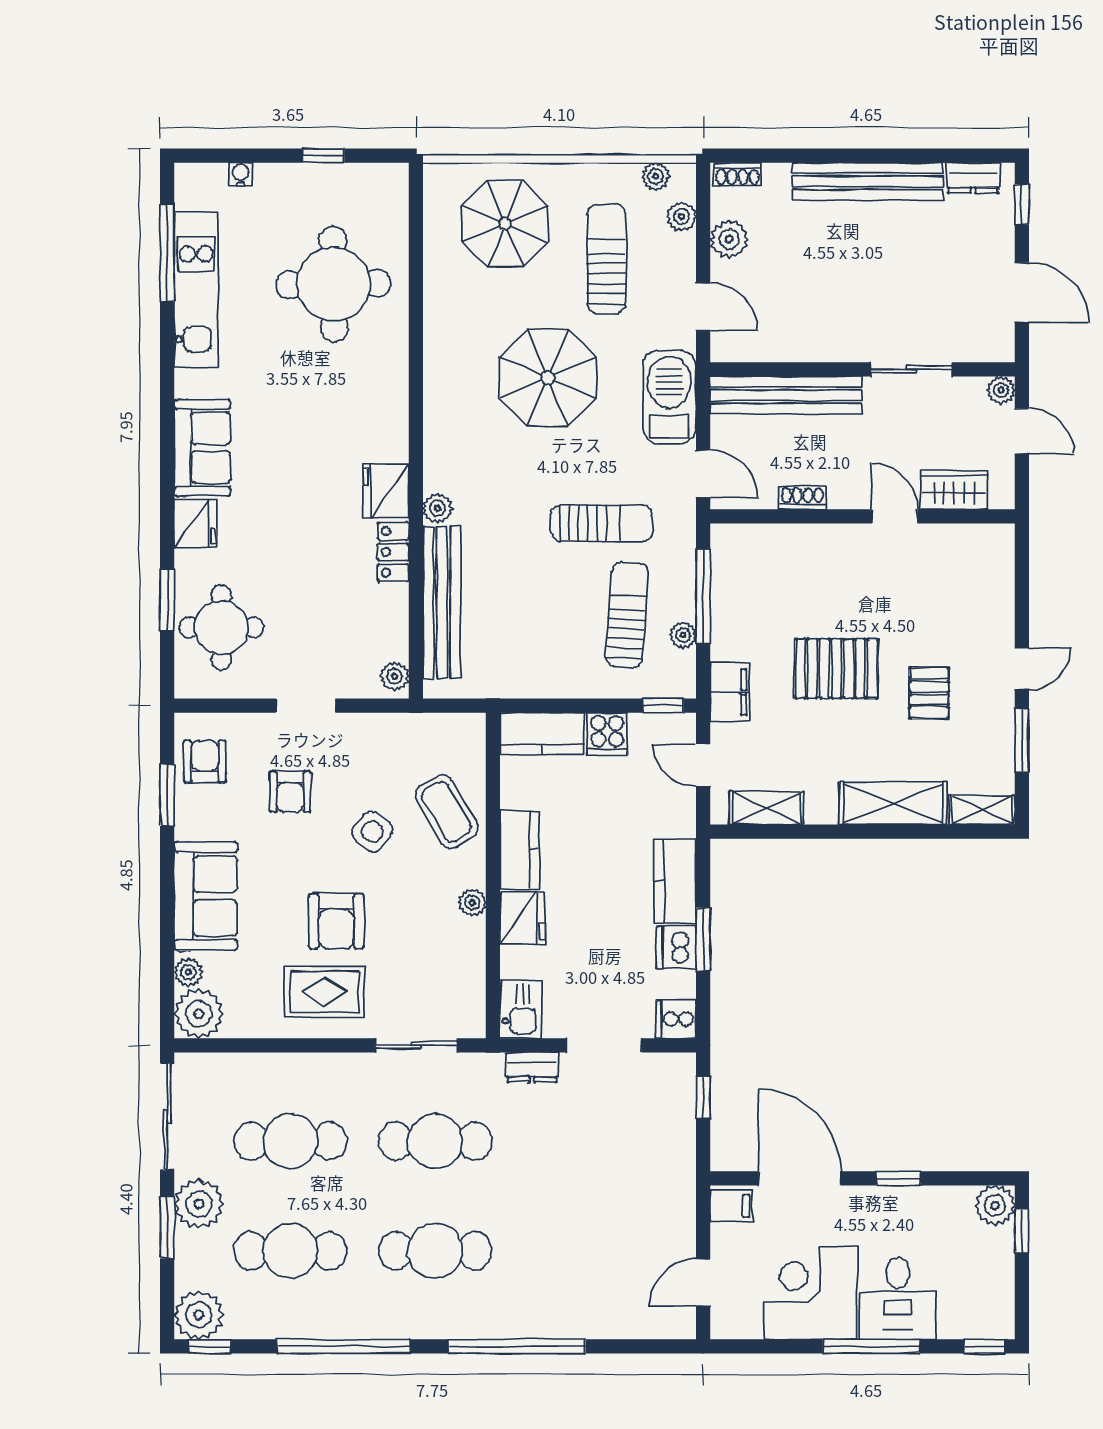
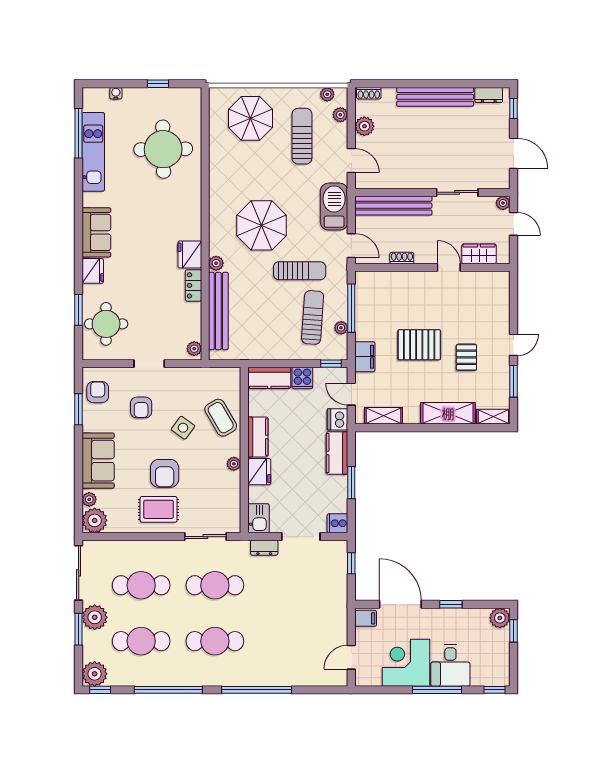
parasol: (548, 378) -> (262, 225), moved
dishwasher: (676, 947) -> (338, 419), moved

